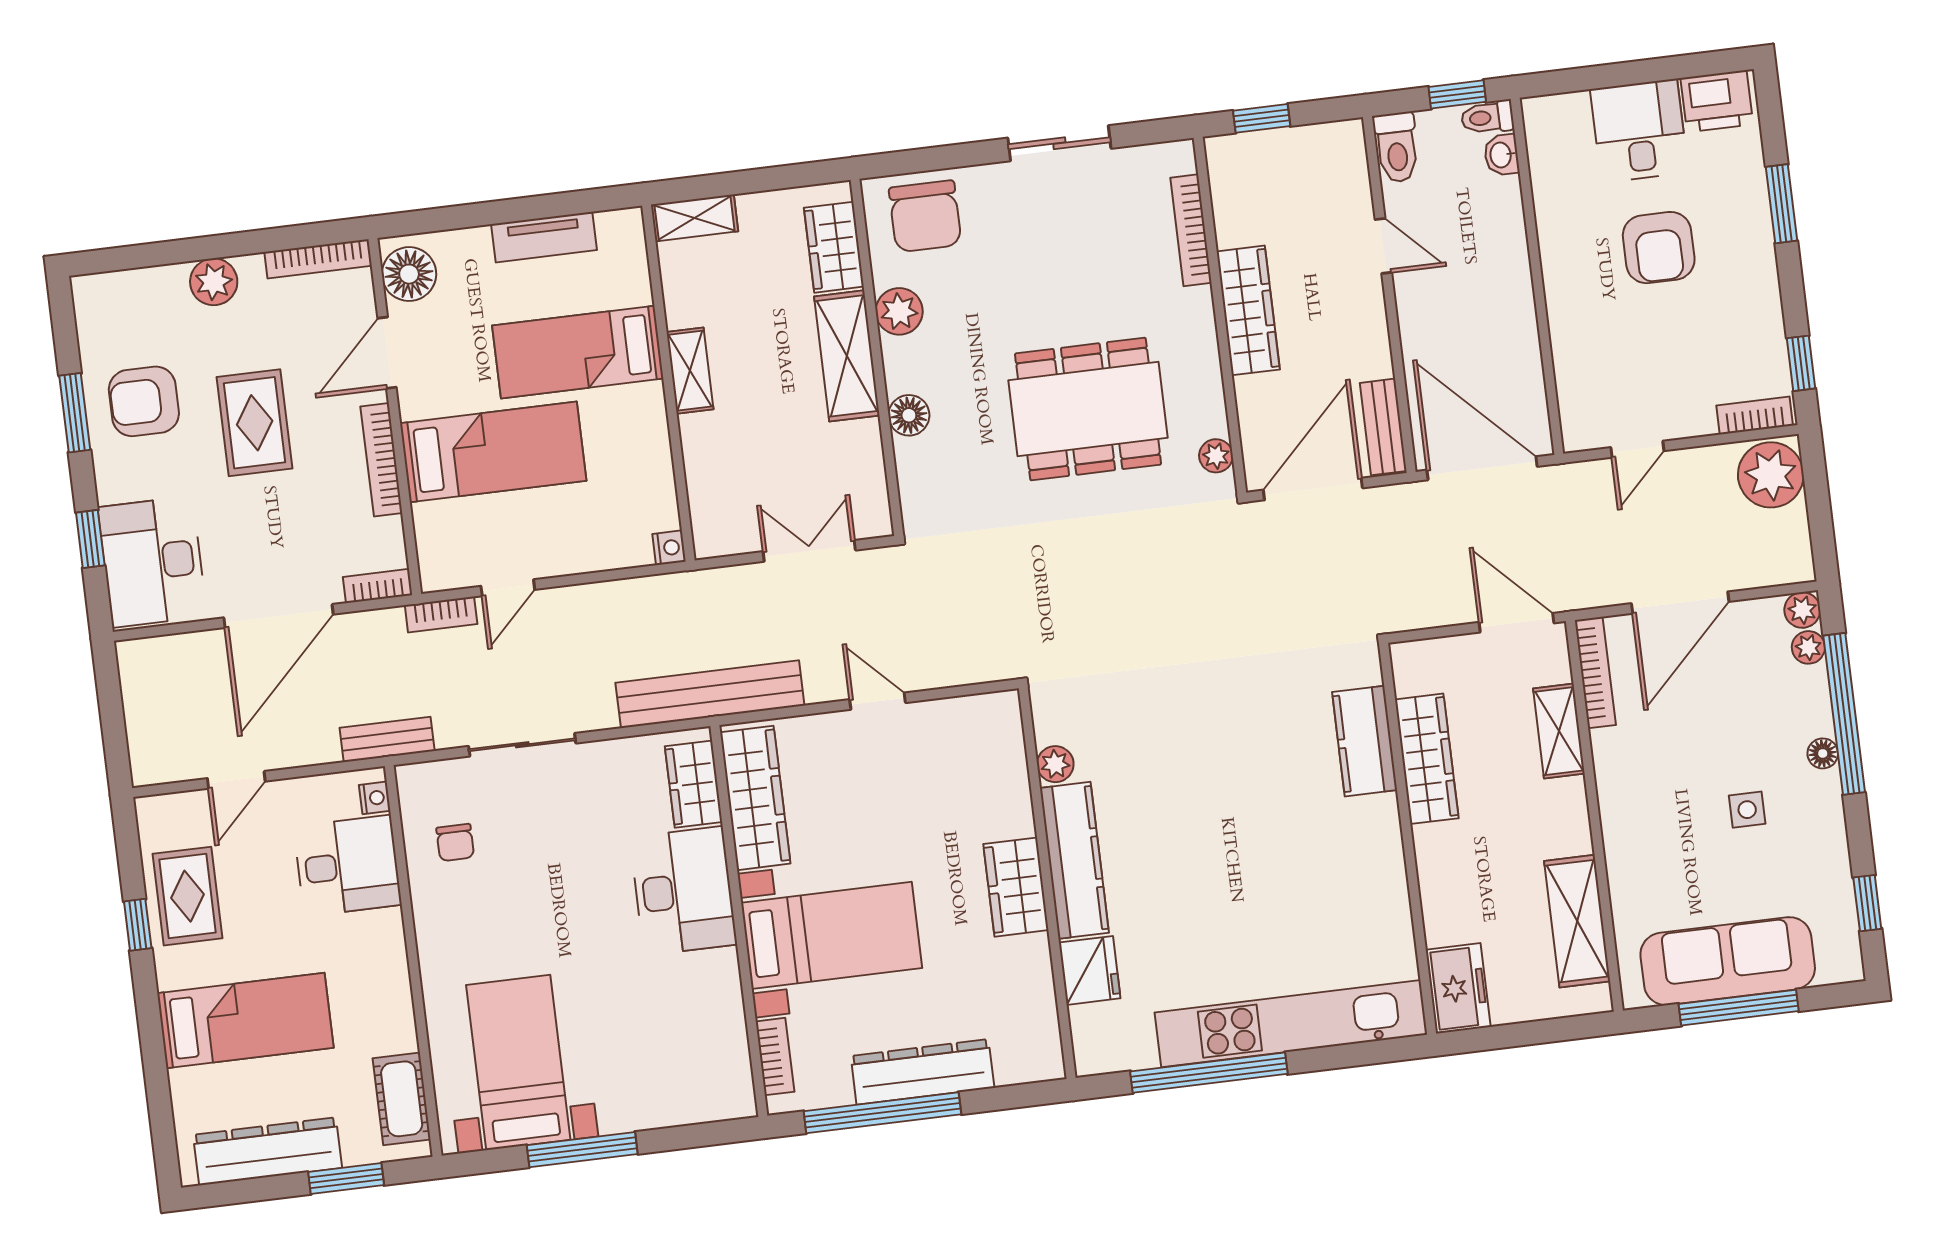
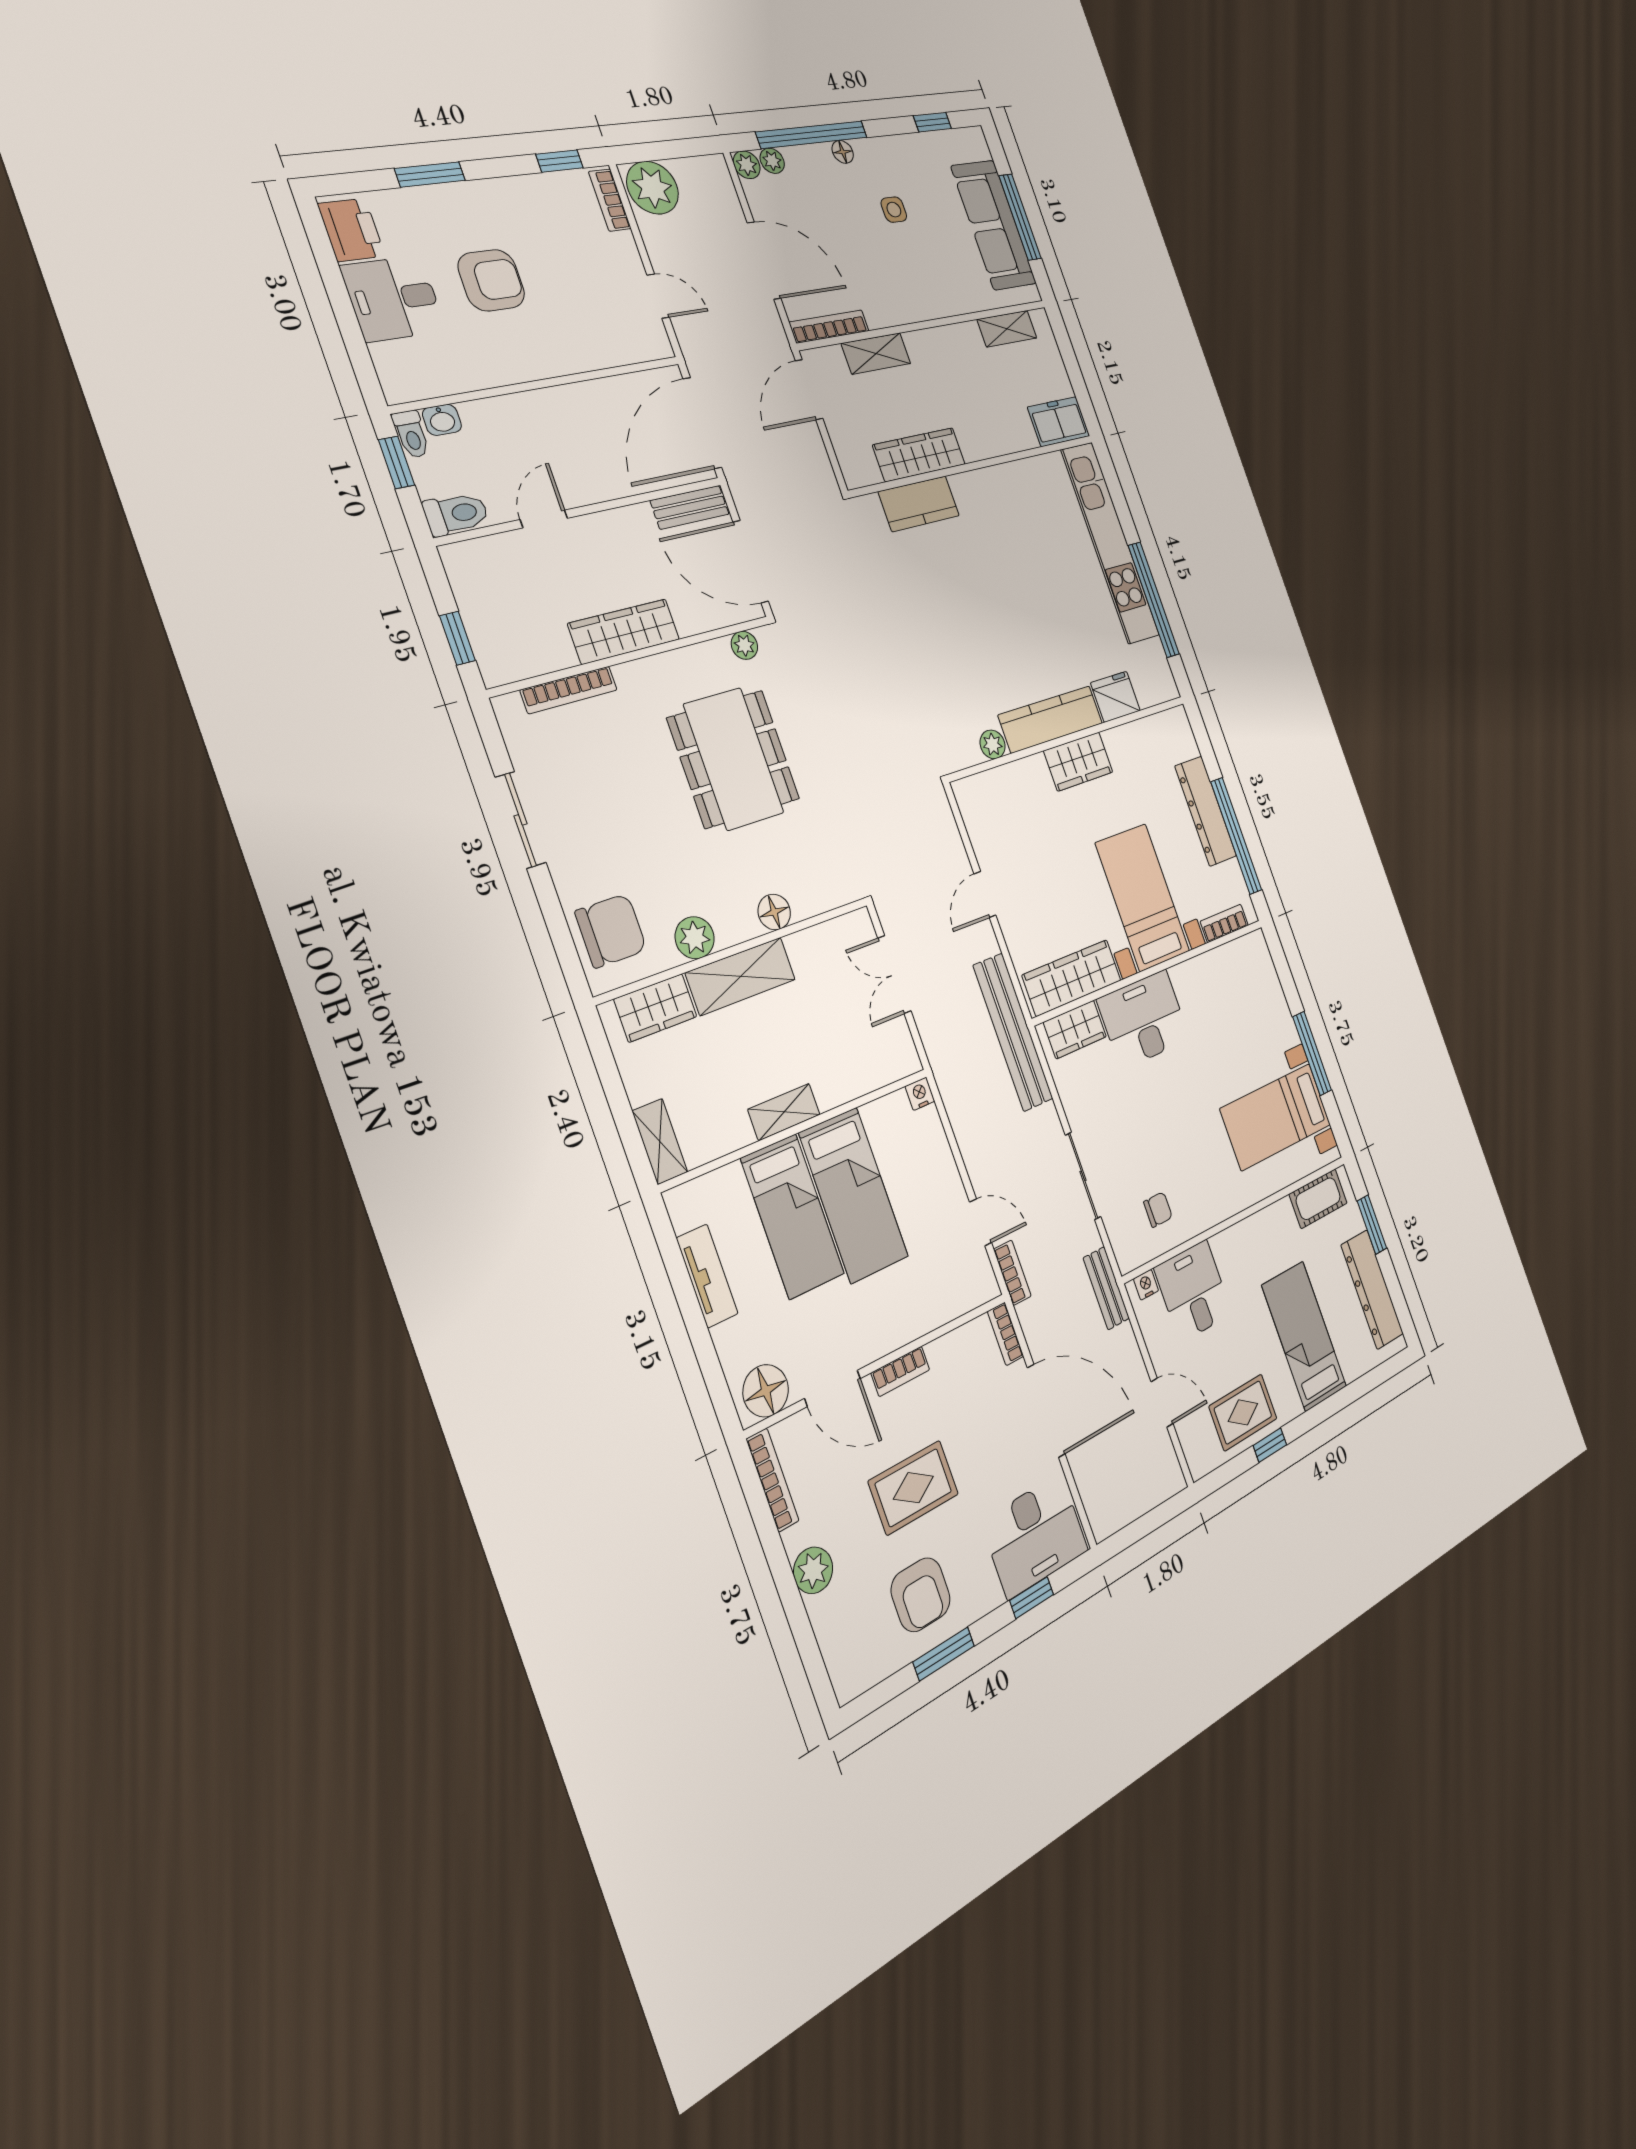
bed: (493, 452) -> (854, 1195), moved, turned 180
bookcase: (381, 460) -> (900, 1371), width x0.64
shelving: (1577, 921) -> (1007, 329), width x0.67, depth x0.75

